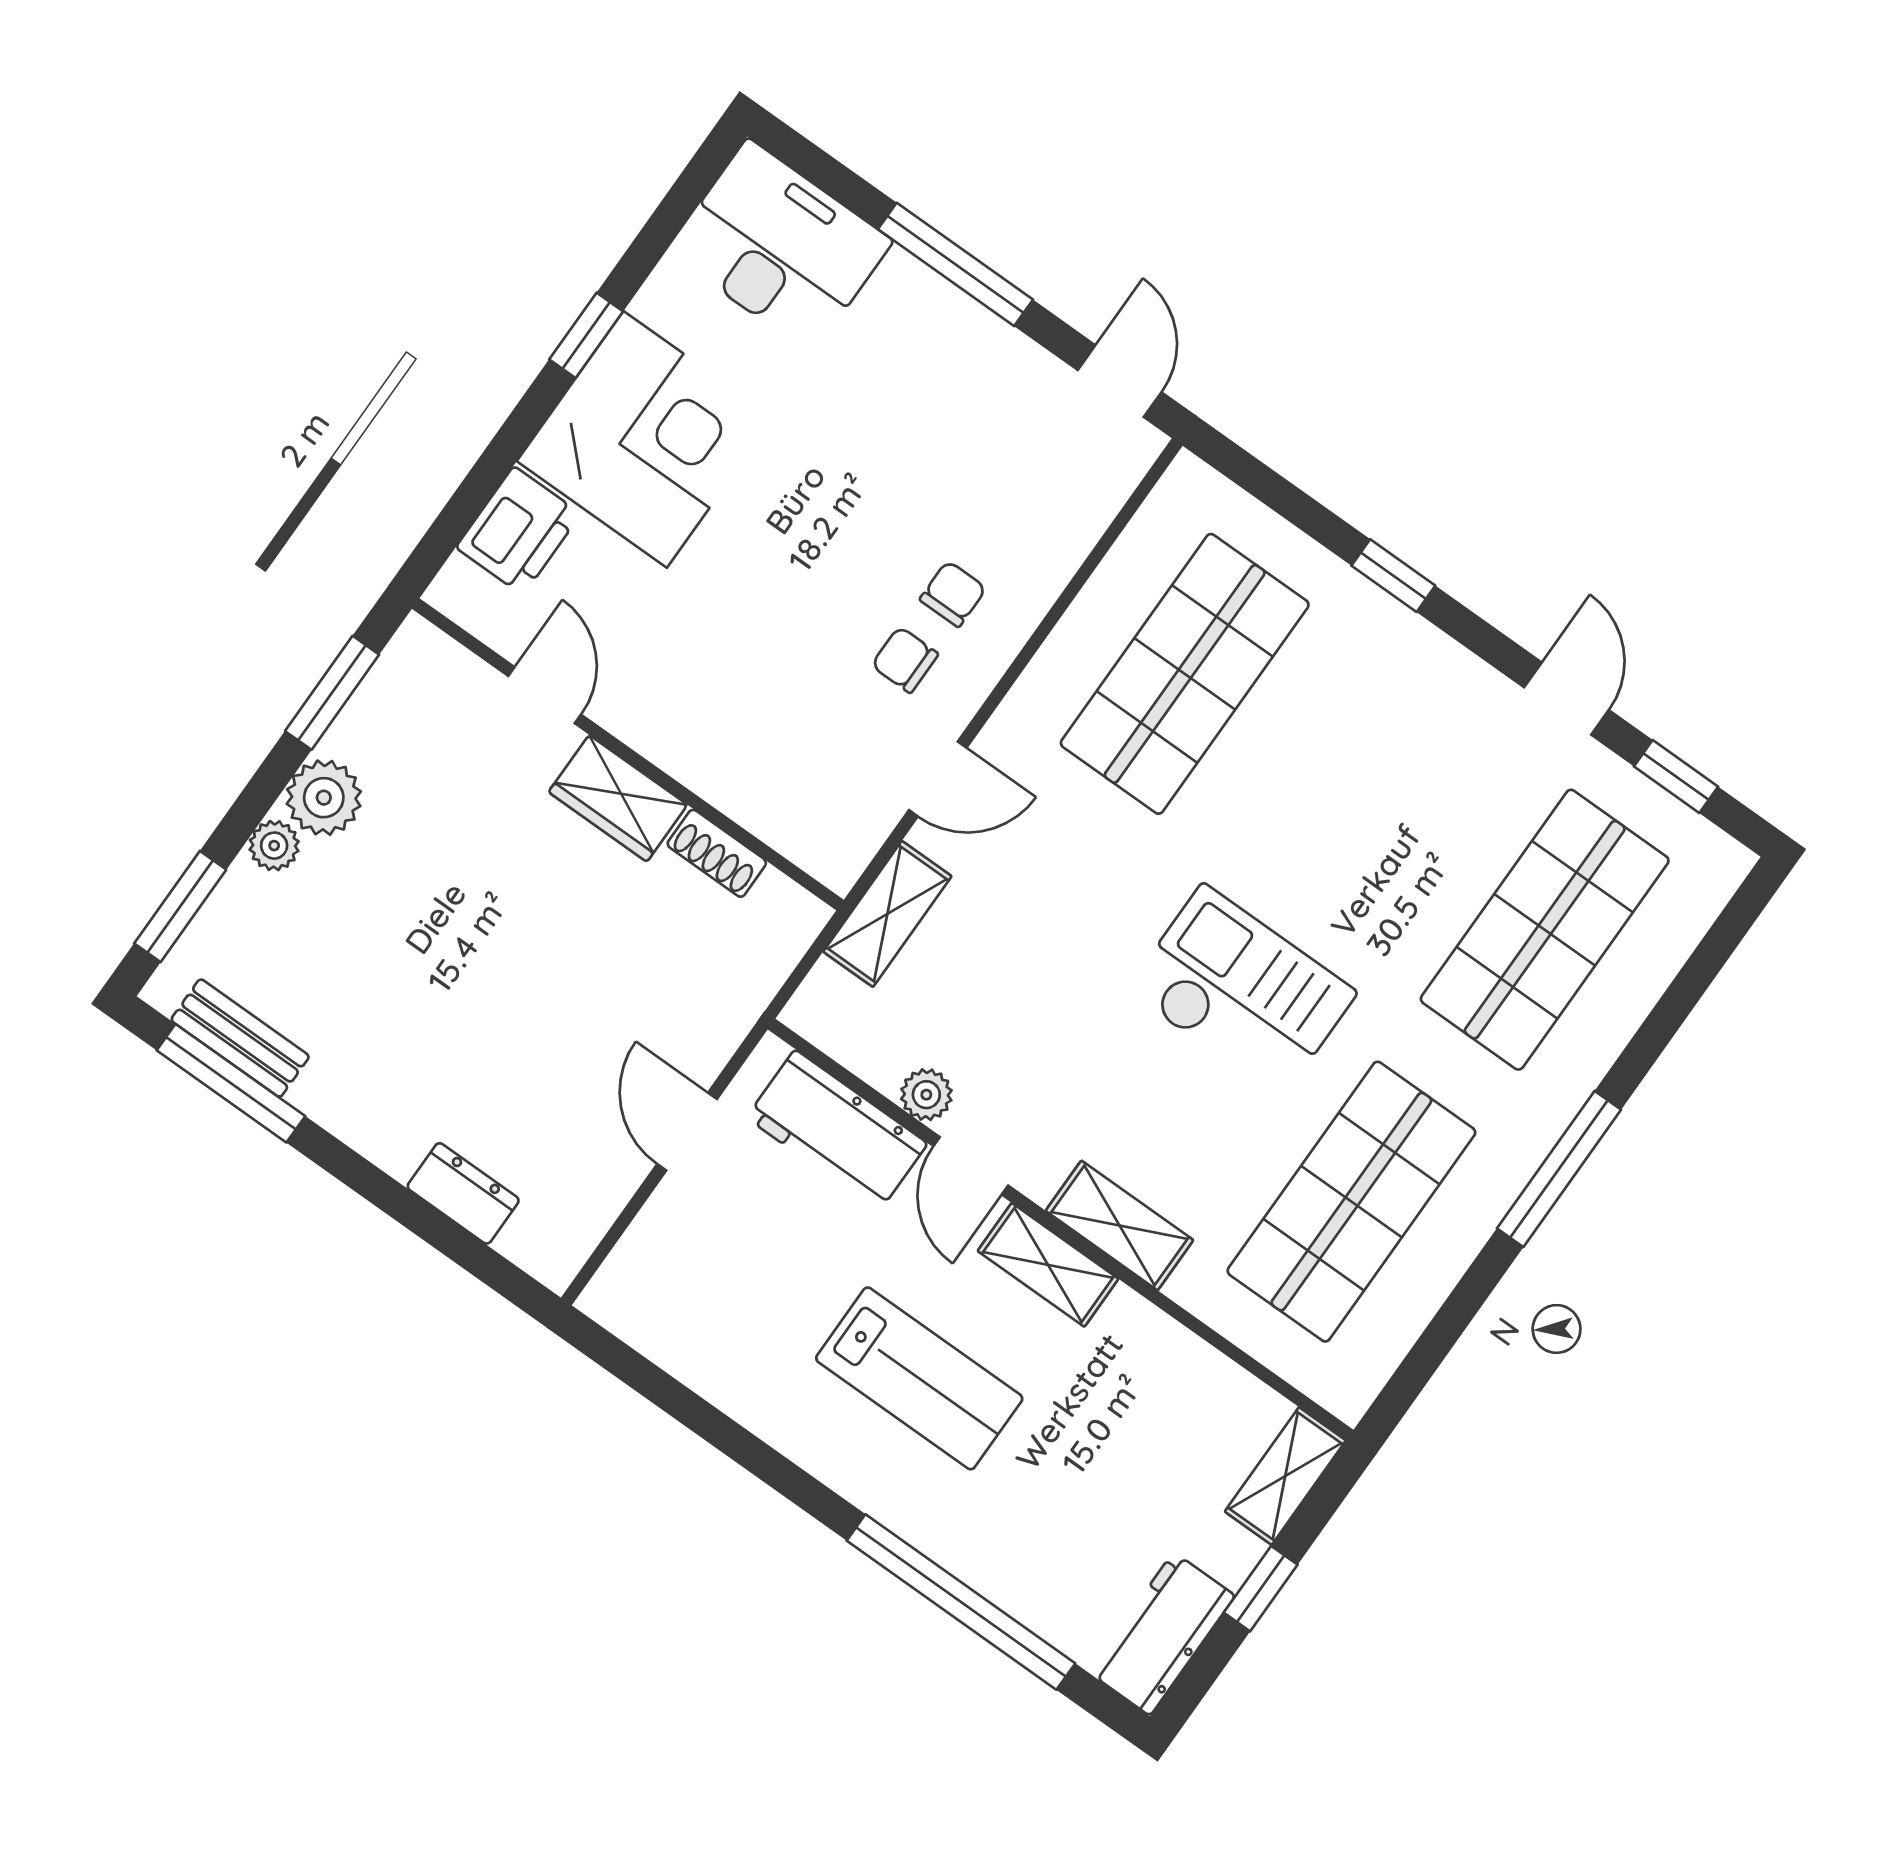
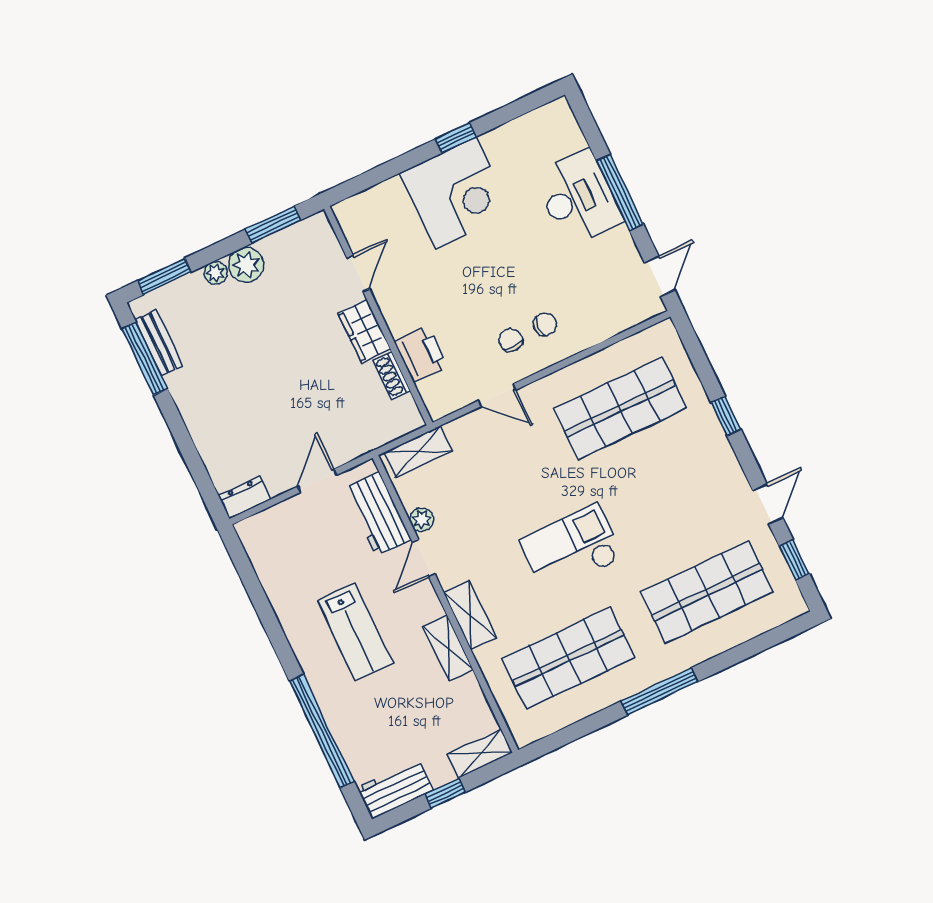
desk: (780, 246) -> (578, 198), moved
printer: (518, 531) -> (421, 354), moved, turned -90
shelving: (887, 914) -> (418, 452), moved
checkout: (1242, 992) -> (571, 549), turned -90
dresser: (463, 1193) -> (245, 497), moved, turned -90
shelving: (1048, 1265) -> (448, 648), moved

